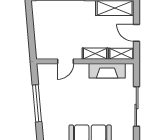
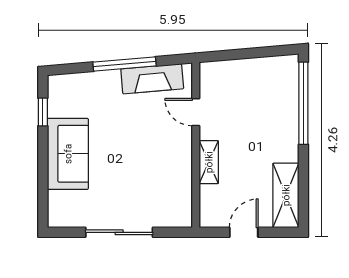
shelving: (121, 54) -> (209, 207), removed
fireplace: (107, 71) -> (152, 79), moved, turned -95

